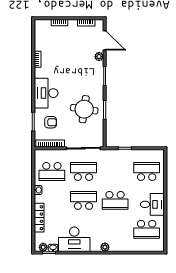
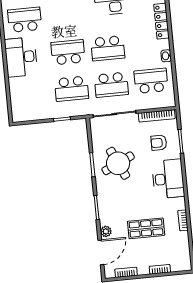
door: (105, 40) -> (101, 252), swing flipped
shop shelf: (67, 56) -> (146, 228), added
round table: (84, 109) -> (118, 163), turned -33
school desk: (147, 171) -> (72, 89), moved
desk: (152, 204) -> (21, 57), width x1.37

